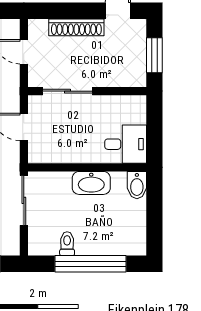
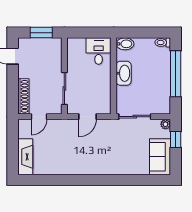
shoe rack: (76, 27) -> (23, 96), moved
toilet: (67, 244) -> (163, 42), moved
plant: (12, 248) -> (165, 124), added

